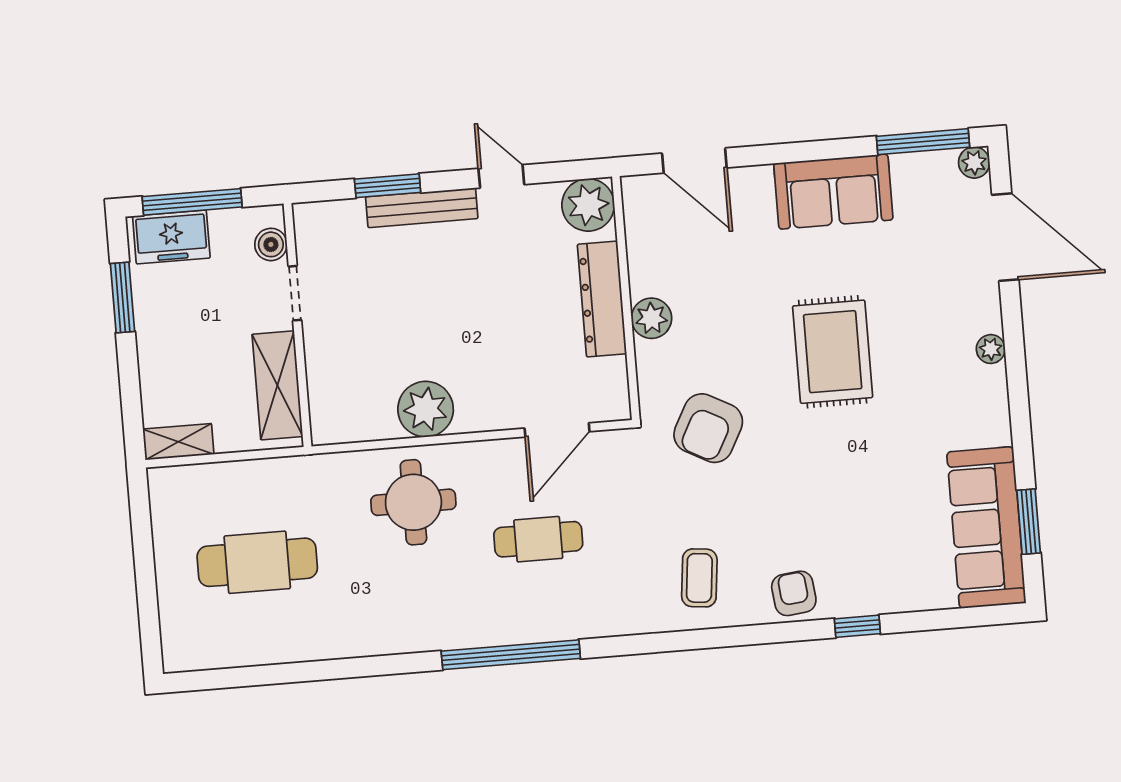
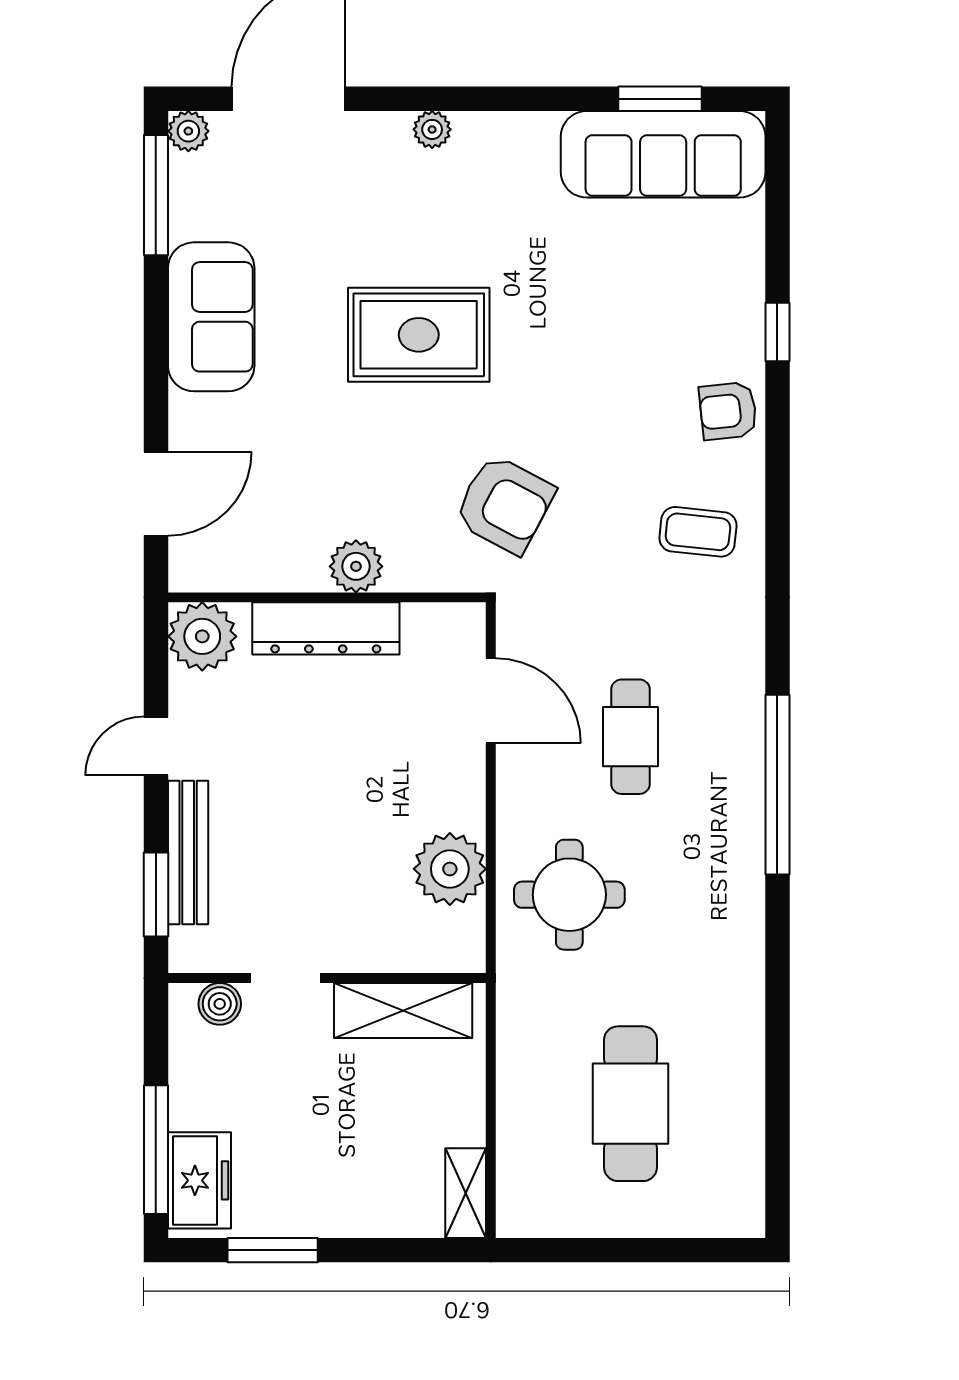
boiler: (271, 244) -> (220, 1004), moved
doorway: (295, 293) -> (285, 978), moved
wall: (297, 325) -> (327, 978), moved
shelving: (277, 385) -> (403, 1010), moved

